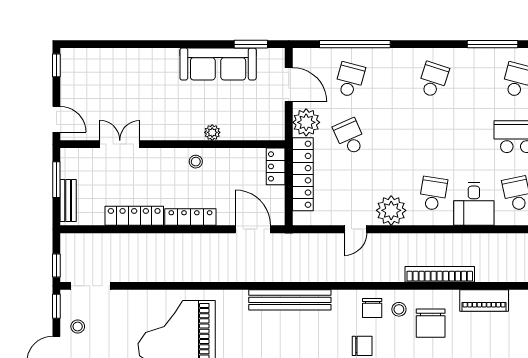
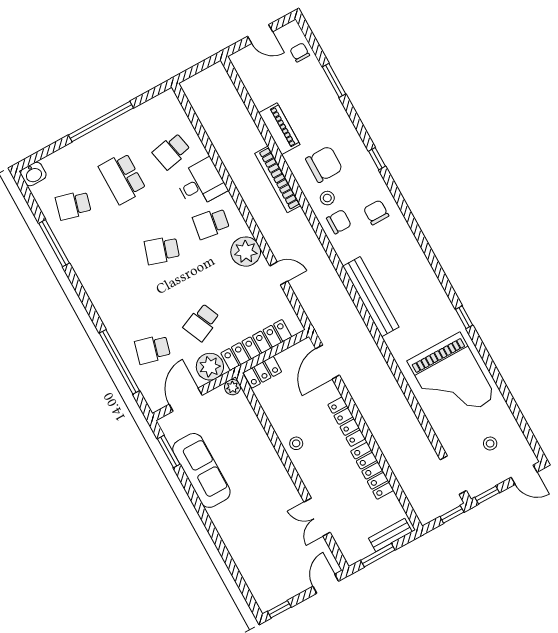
school desk: (433, 80) -> (162, 250), moved
plant: (212, 132) -> (233, 387), moved
stool: (78, 327) -> (490, 443), moved

